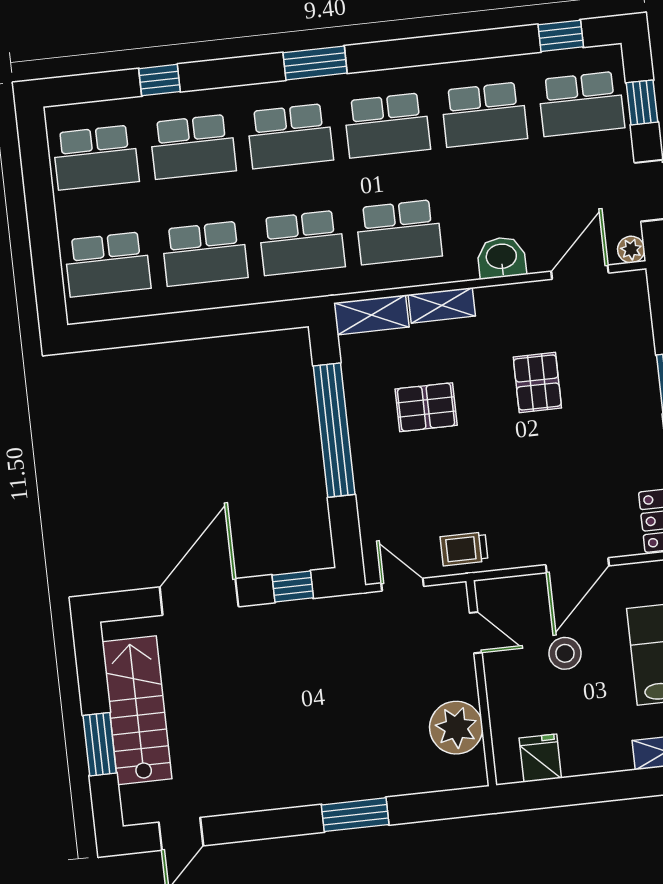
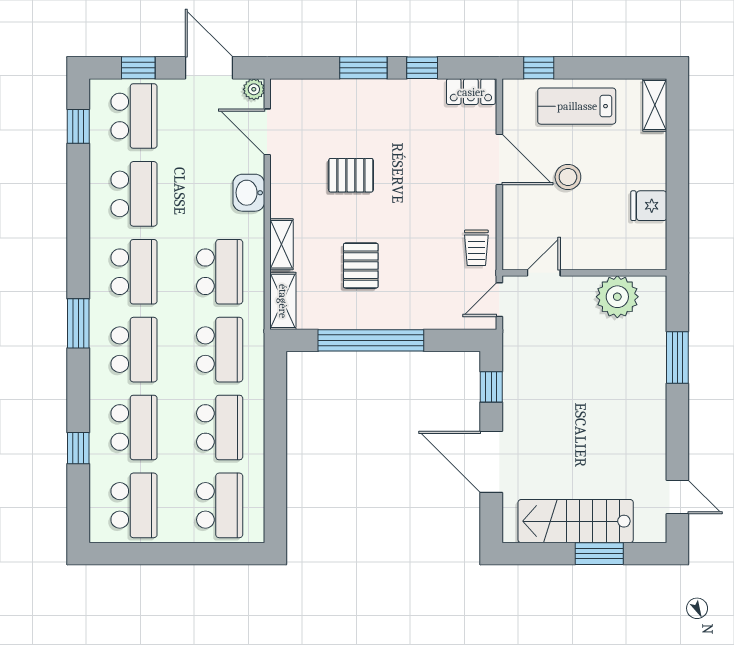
door: (476, 633) -> (544, 273), moved
wall: (481, 683) -> (584, 273), moved
plant: (456, 728) -> (617, 297), moved

